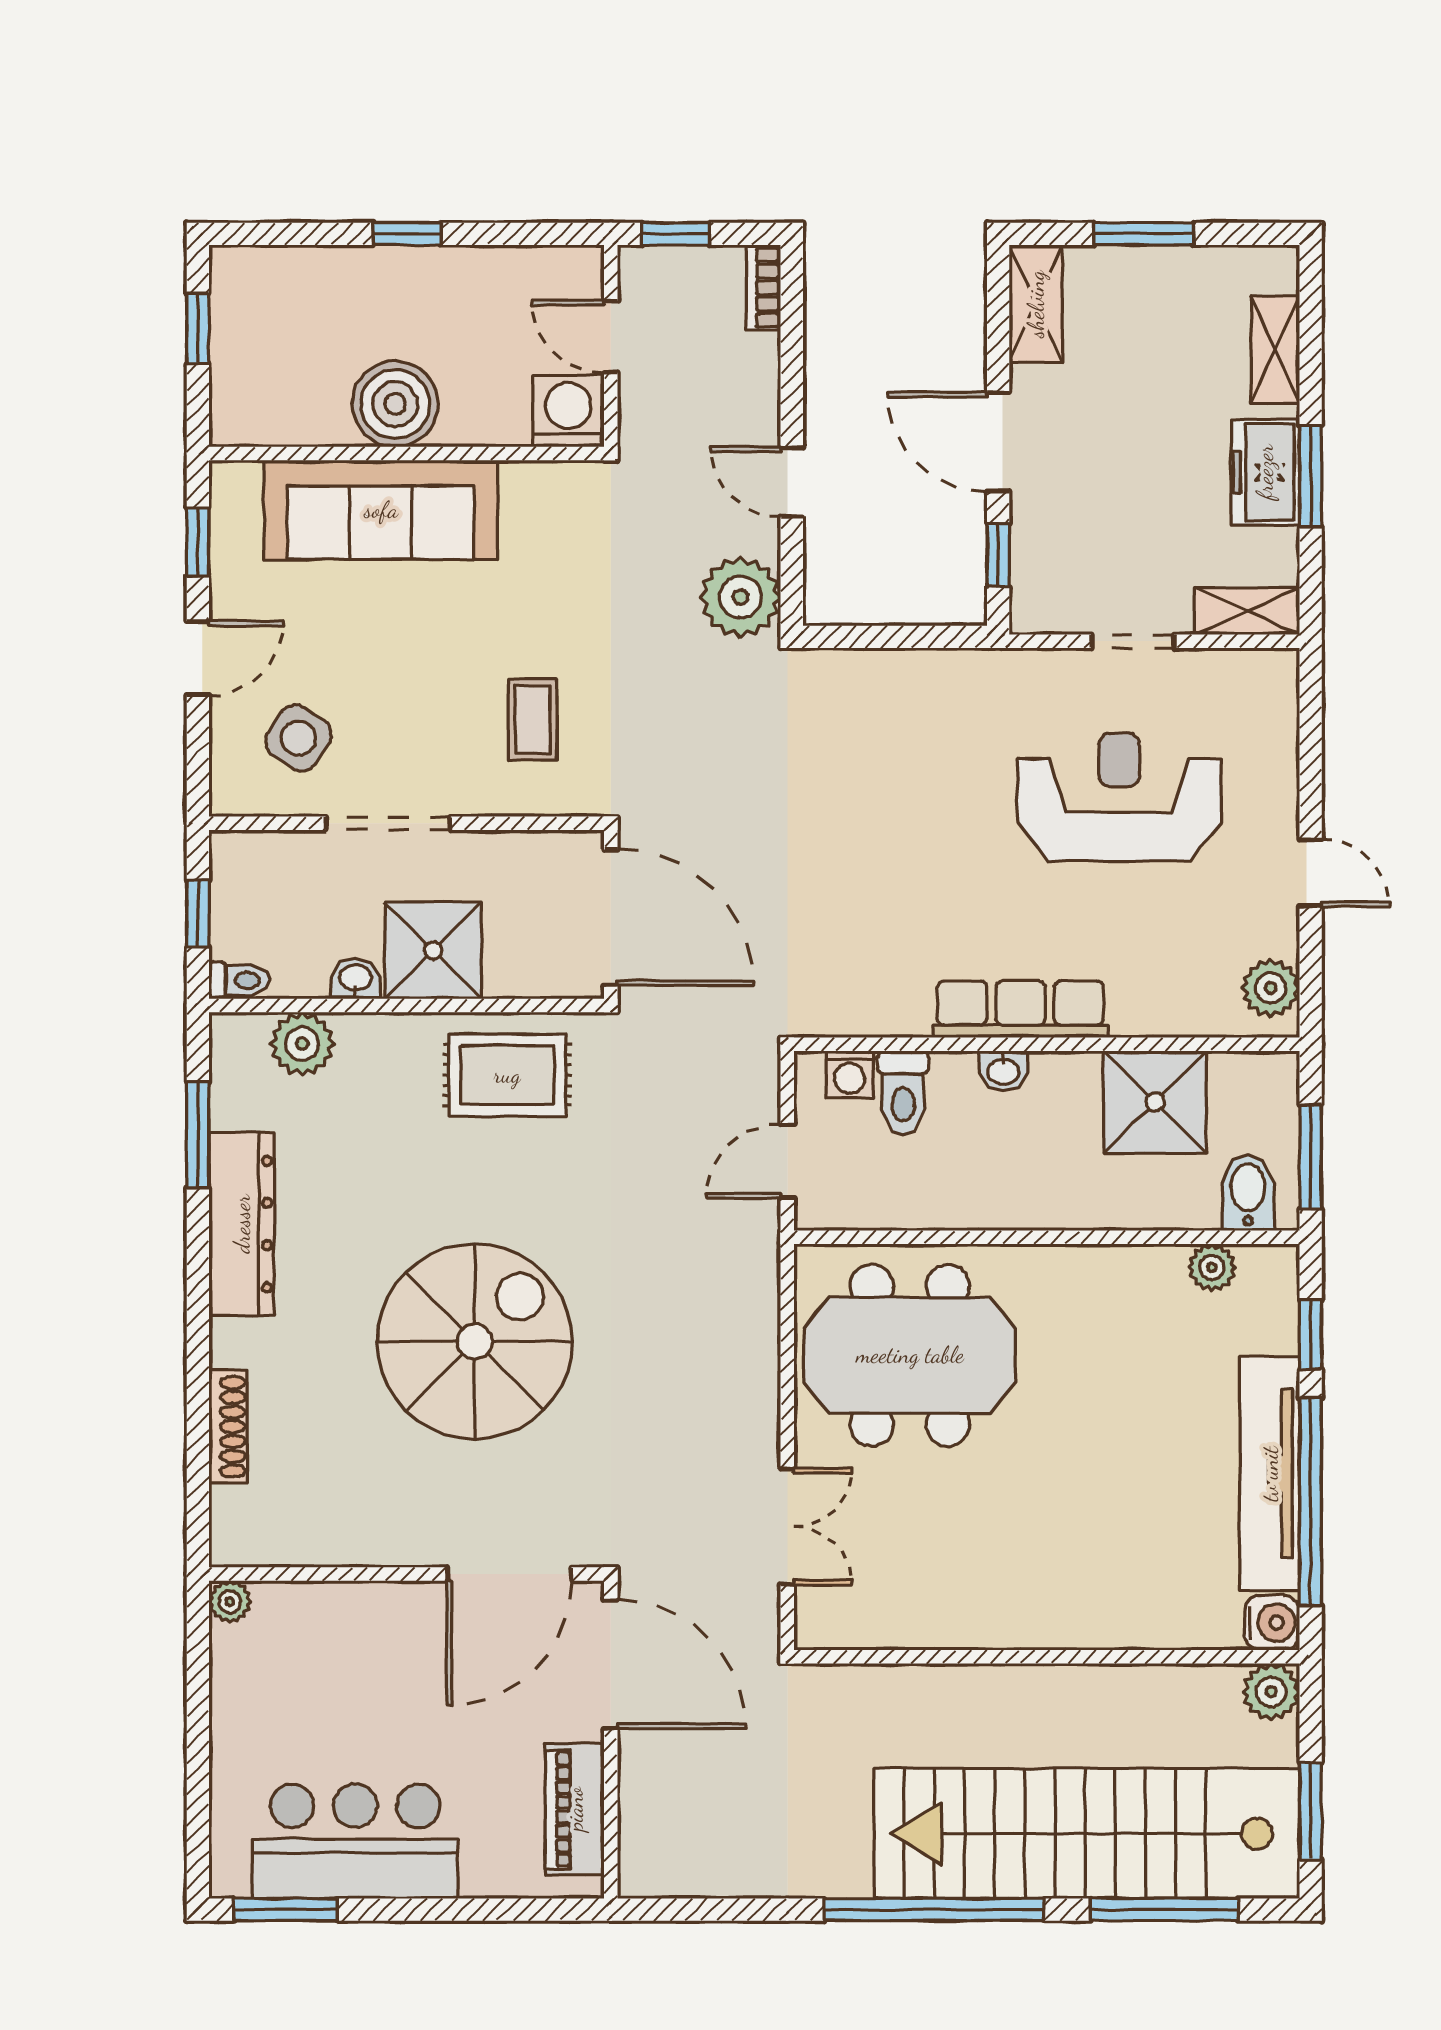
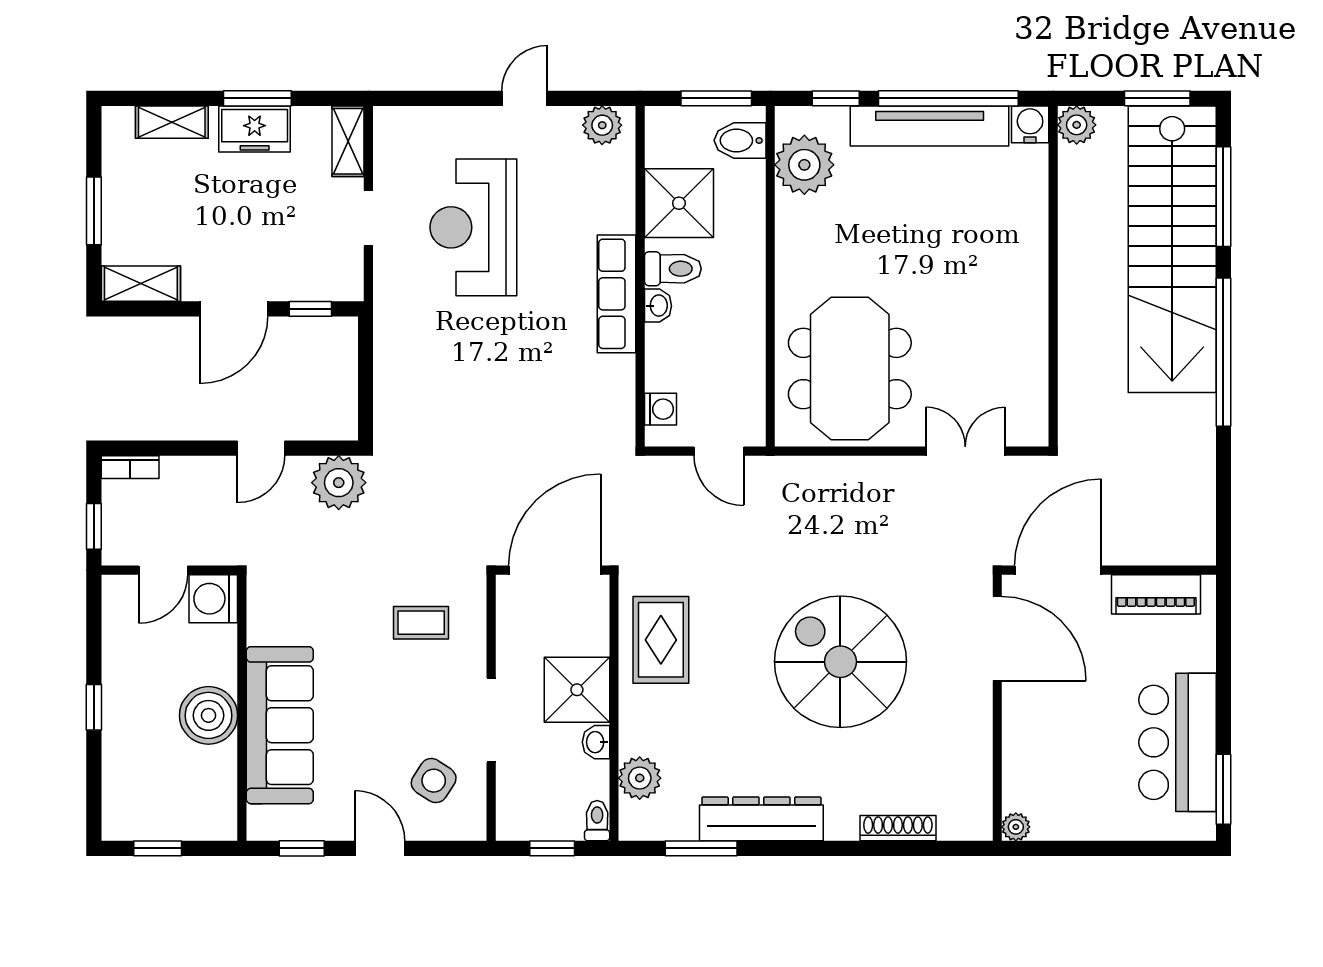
toilet: (903, 1093) -> (673, 269), moved
plant: (1212, 1267) -> (804, 165), width x1.87, depth x1.87

